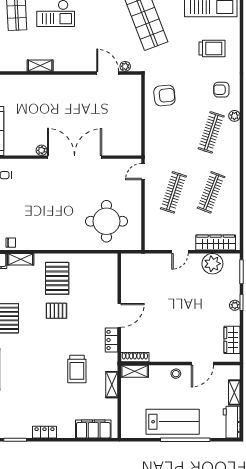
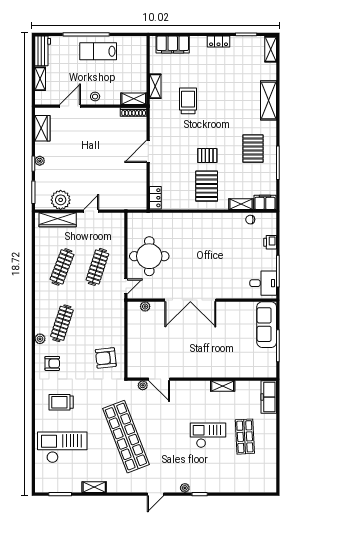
plant: (42, 150) -> (145, 306), moved
round table: (106, 221) -> (149, 256), moved
locker: (112, 340) -> (155, 198), moved
lab bench: (173, 422) -> (98, 51), width x0.73, depth x0.72

